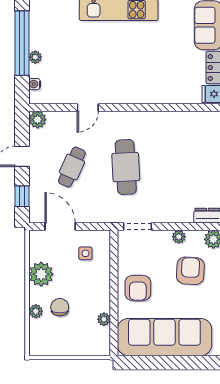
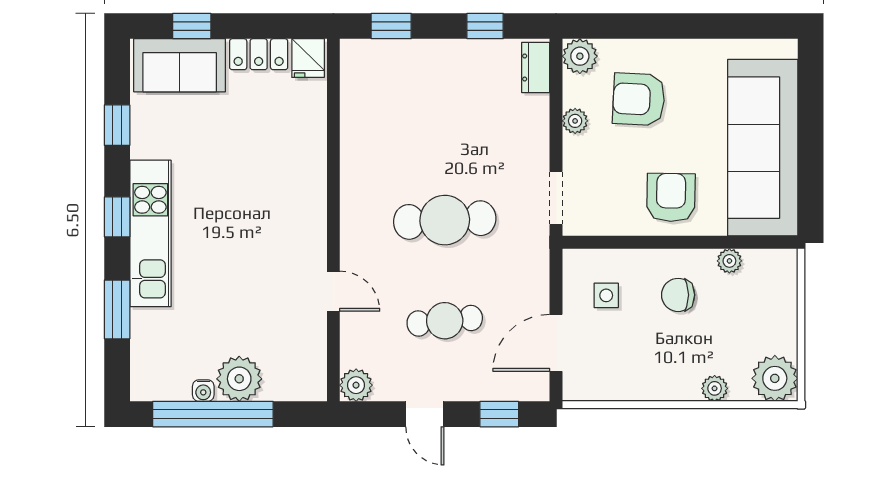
plant: (35, 57) -> (239, 379), width x1.87, depth x1.87
water cooler: (35, 84) -> (203, 391), moved
cafe table: (72, 167) -> (445, 321), turned -30
plant: (41, 274) -> (775, 378), moved
armchair: (138, 288) -> (671, 197), turned -89
chair: (60, 307) -> (678, 295), moved

